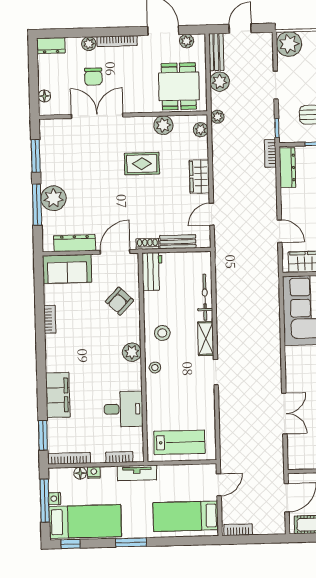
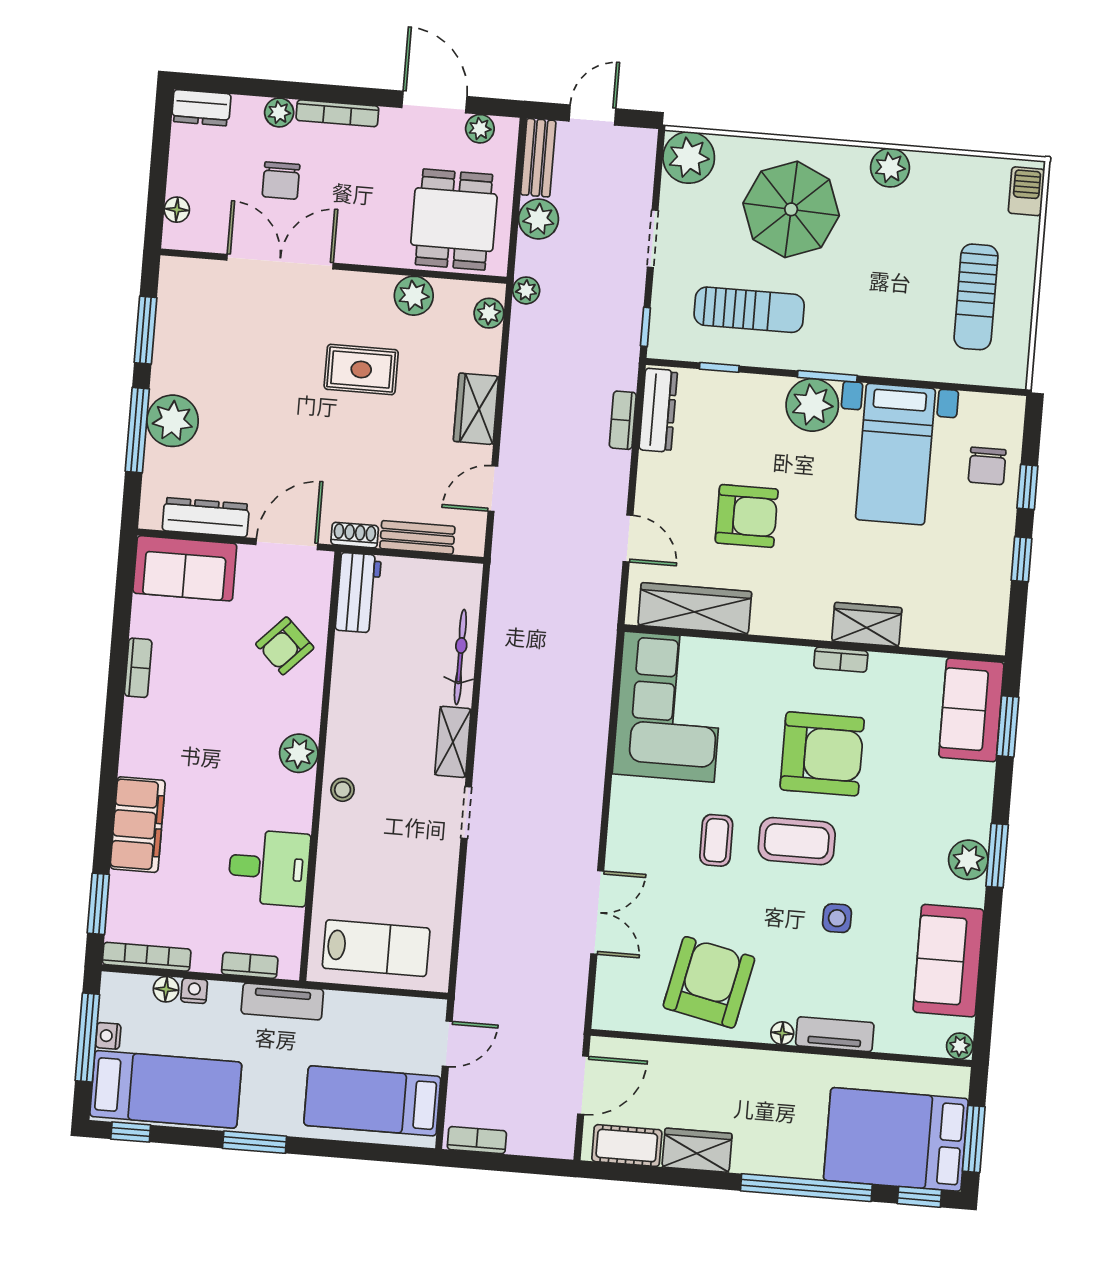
bookcase: (270, 153) -> (623, 420), moved
stool: (162, 333) -> (365, 721), removed

